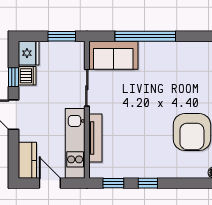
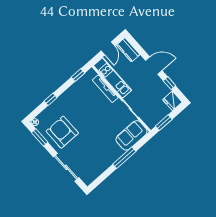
window: (145, 36) -> (124, 158), width x0.68
dishwasher: (27, 76) -> (164, 90), removed
door: (50, 183) -> (108, 48), hinge flipped
window: (148, 183) -> (51, 99), moved

